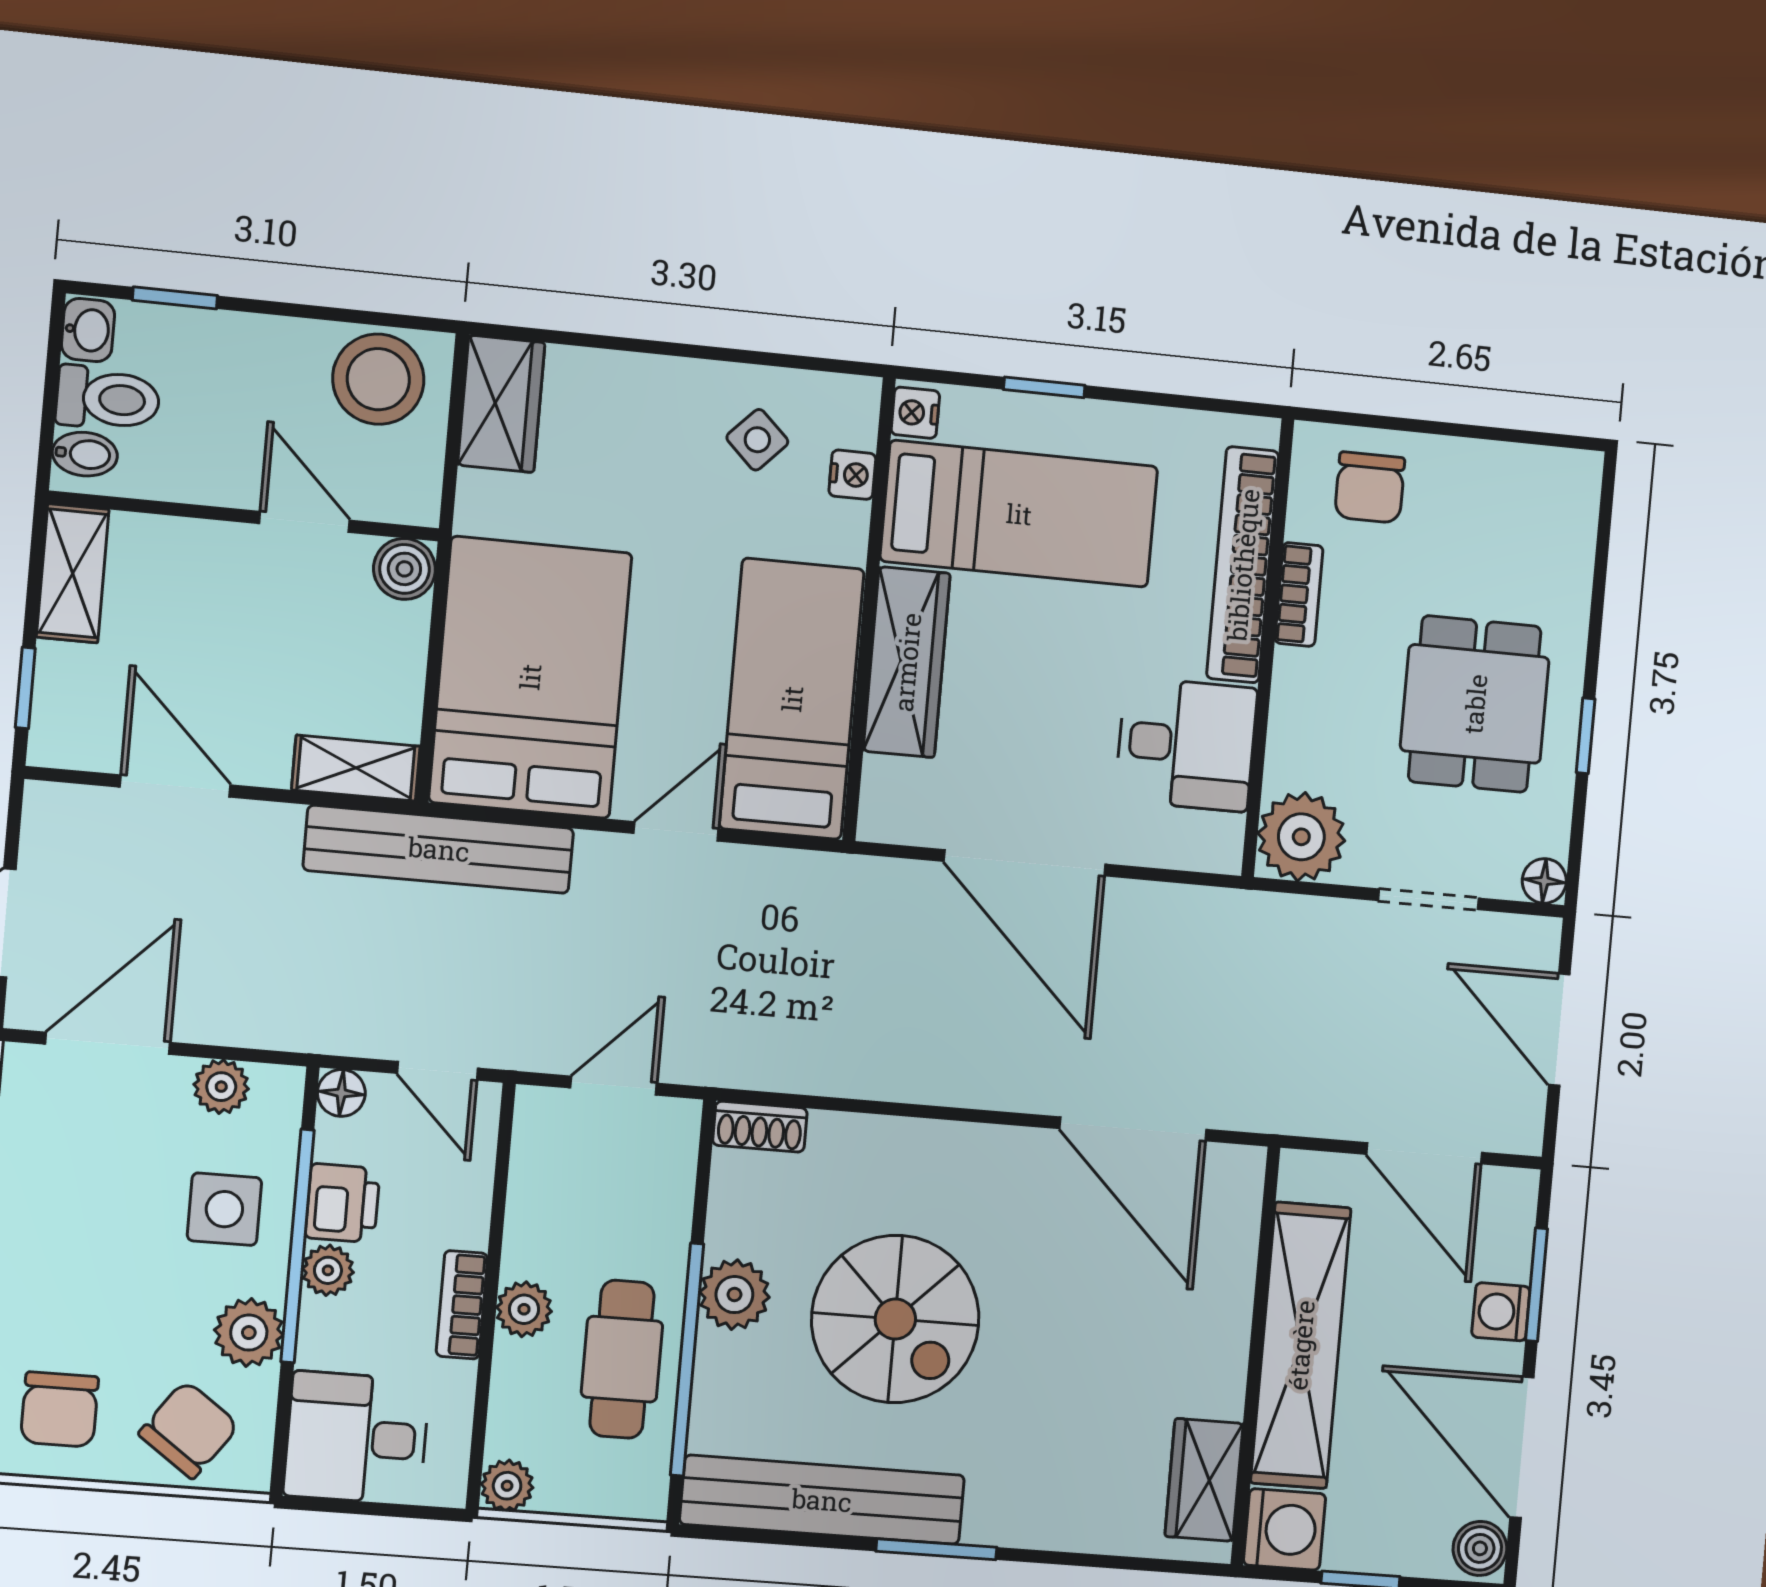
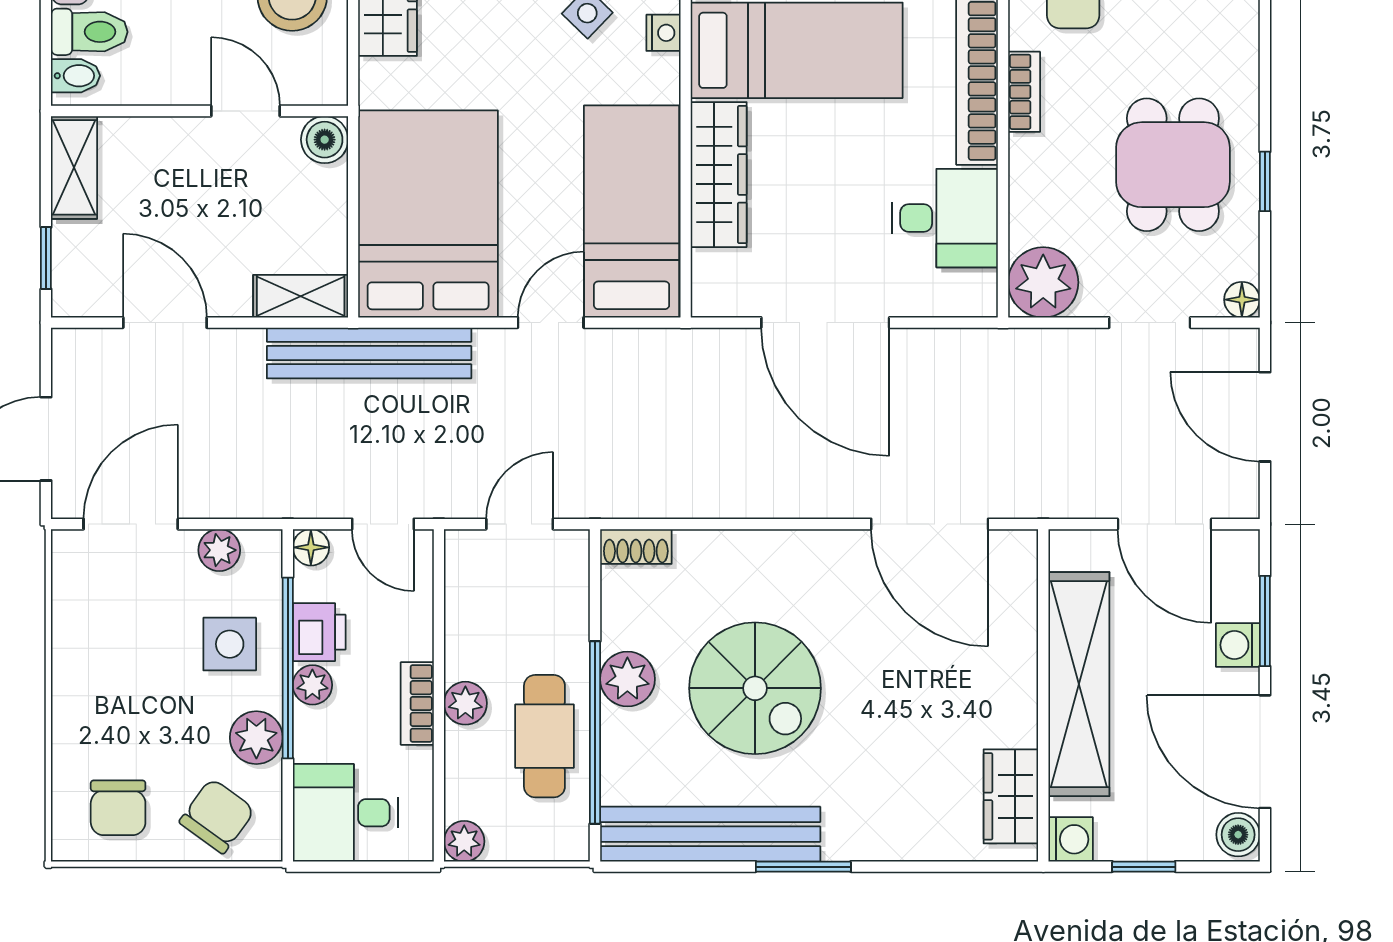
washing machine: (1285, 1529) -> (1071, 839), width x0.73, depth x0.73

